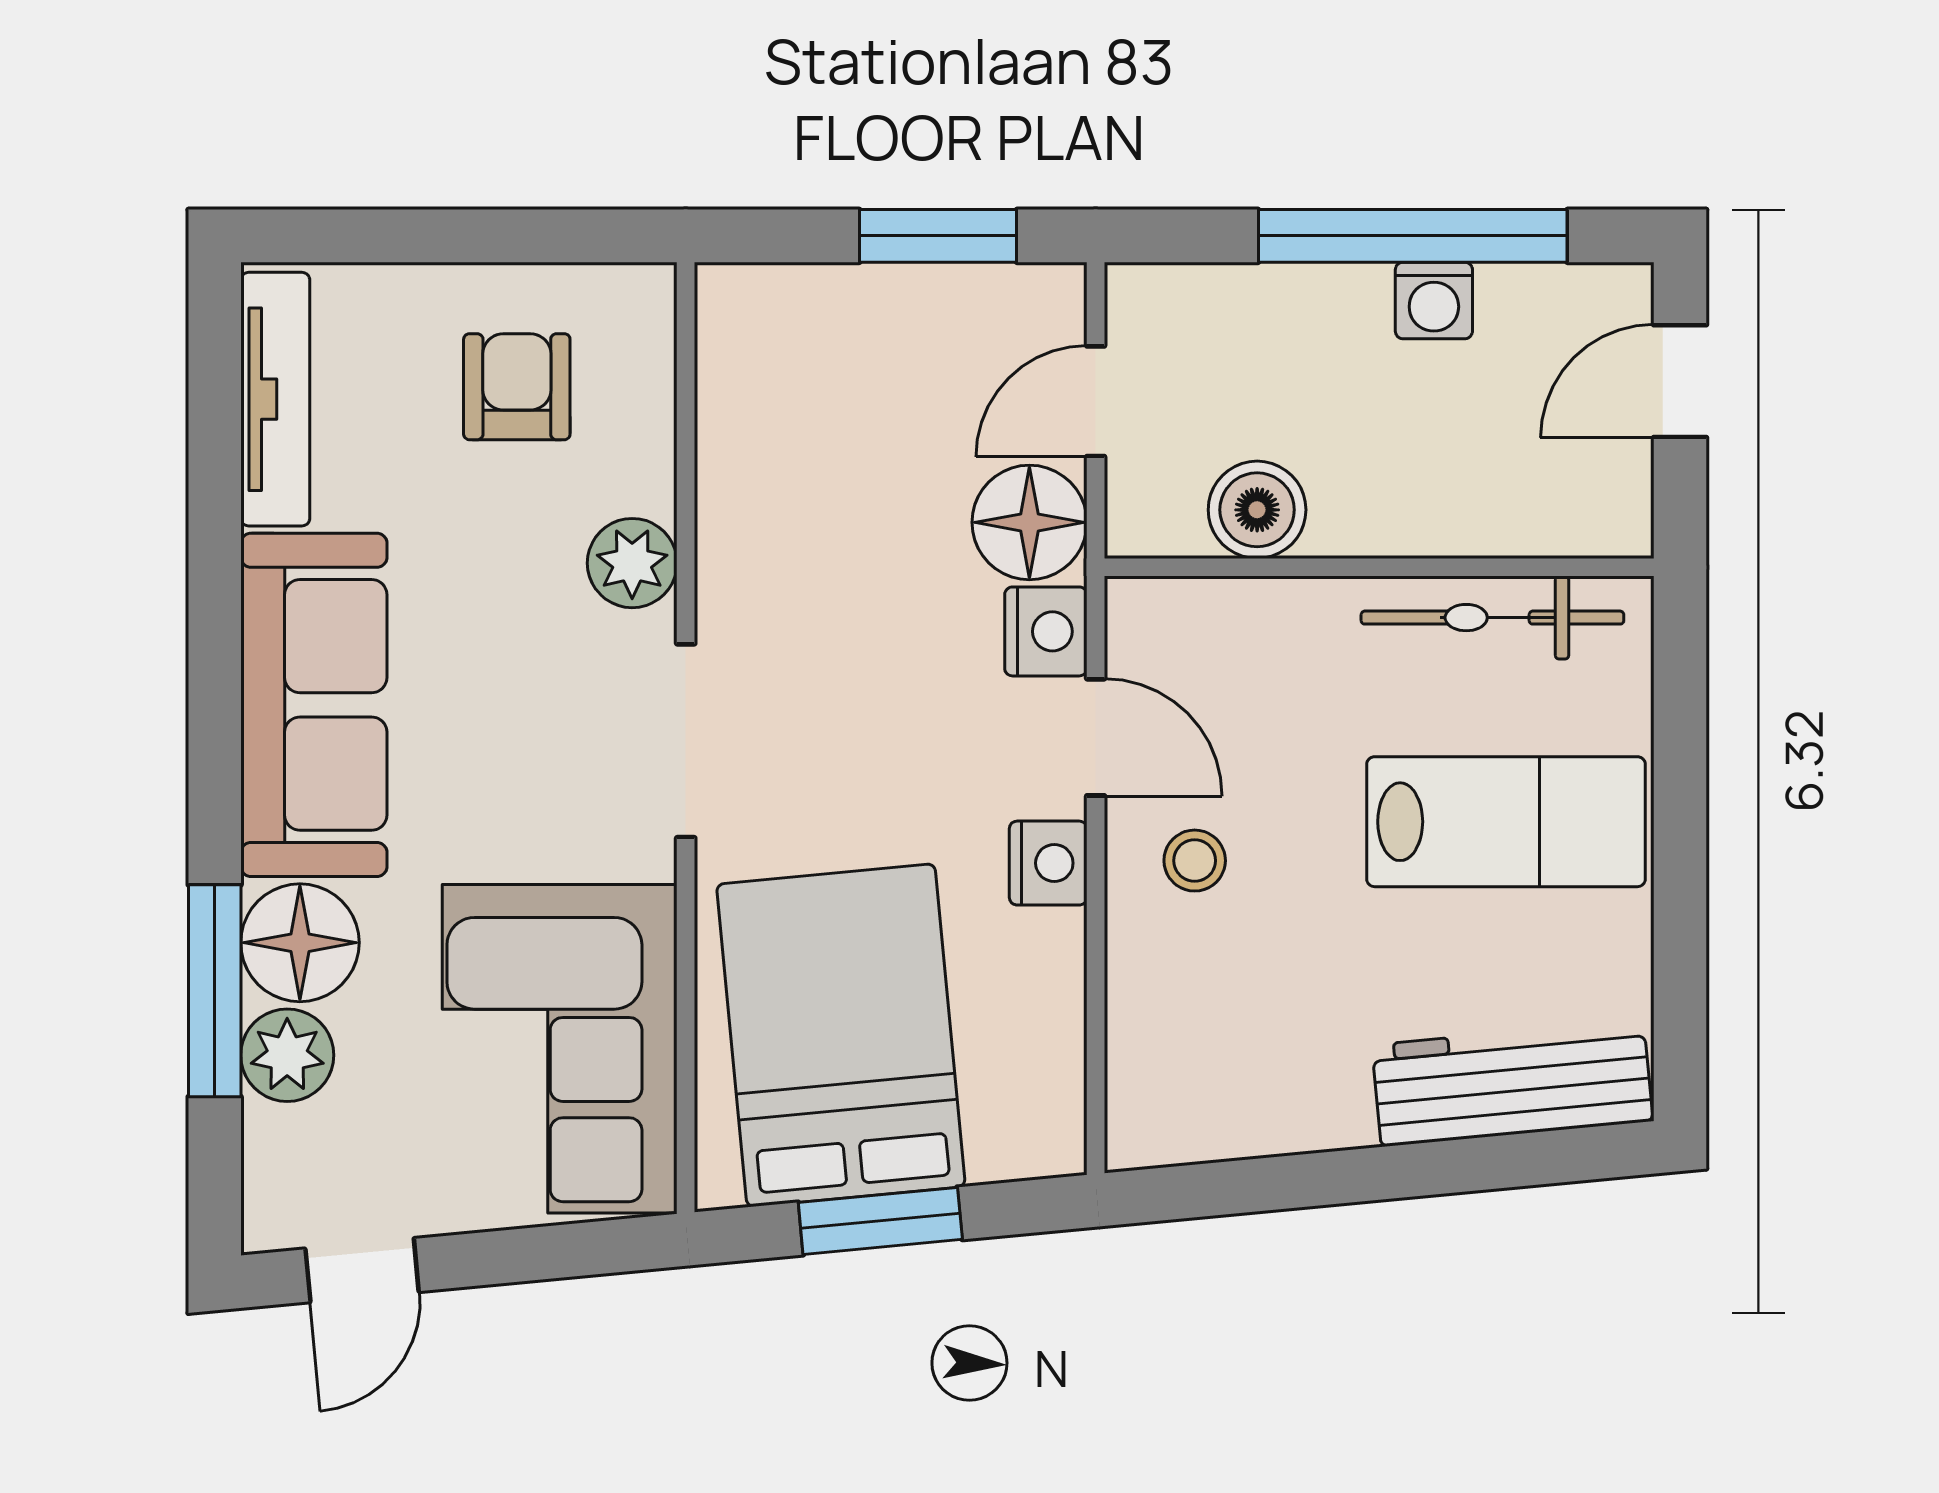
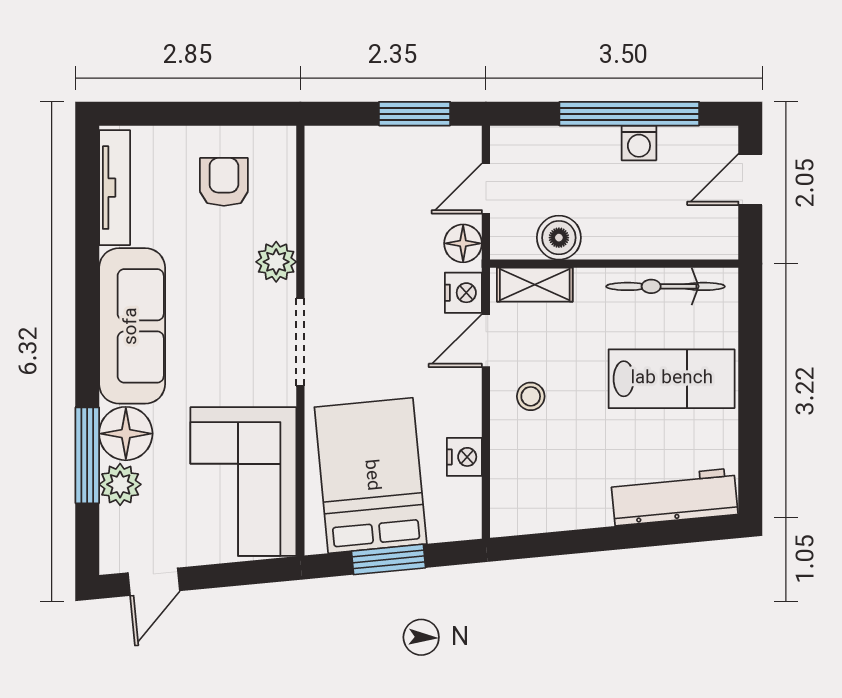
floor lamp: (1029, 522) -> (463, 243), width x0.73, depth x0.73
shelving: (1204, 614) -> (535, 285), added
door: (1096, 737) -> (486, 341), swing flipped
nightstand: (1048, 863) -> (464, 457), moved

